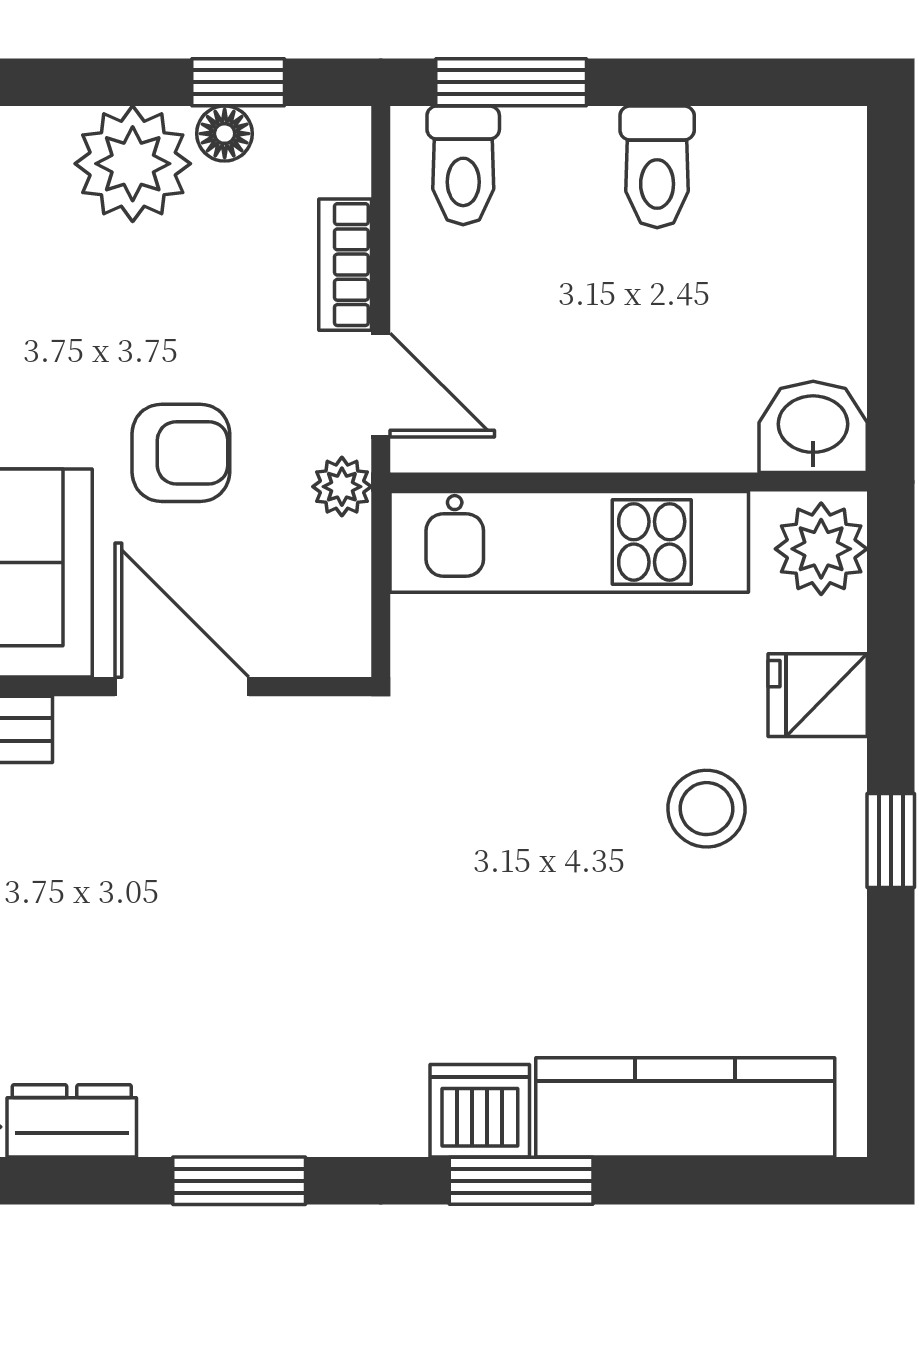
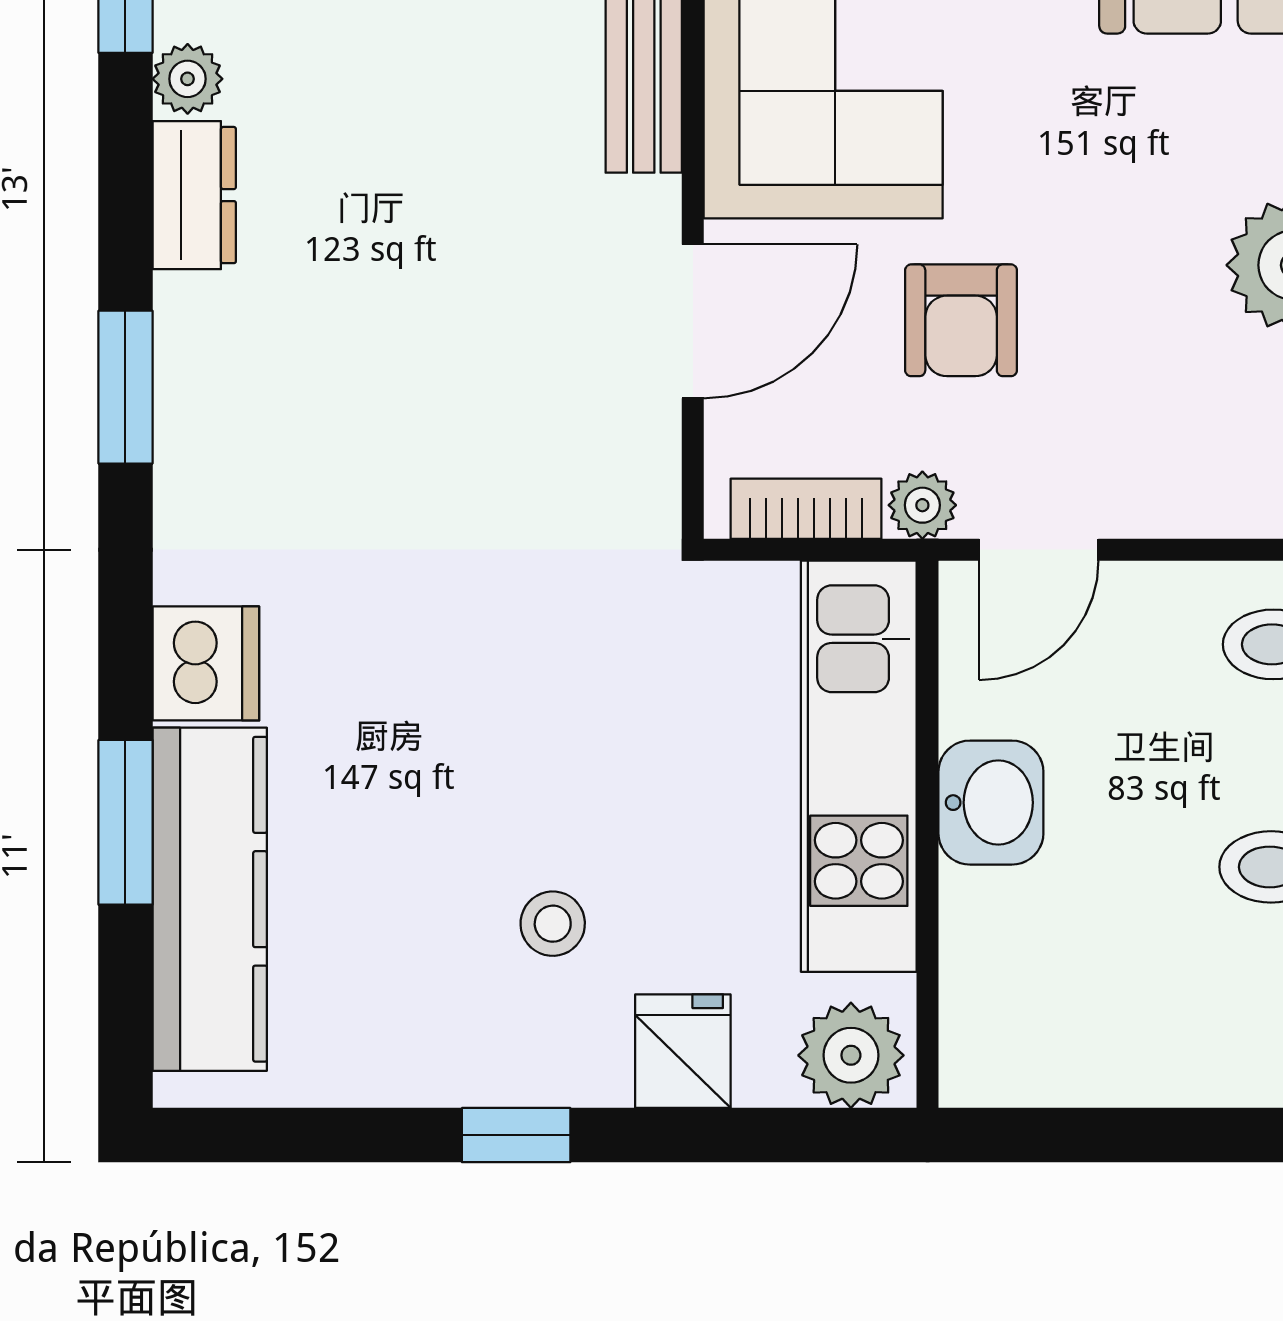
bookcase: (345, 265) -> (806, 509), moved
washbasin: (813, 427) -> (991, 803), moved
stool: (707, 809) -> (553, 924), width x0.73, depth x0.73
window: (521, 1181) -> (125, 822), moved

